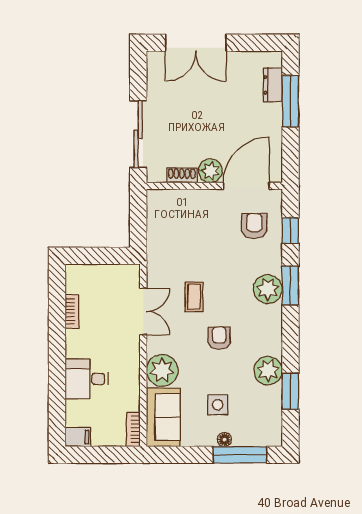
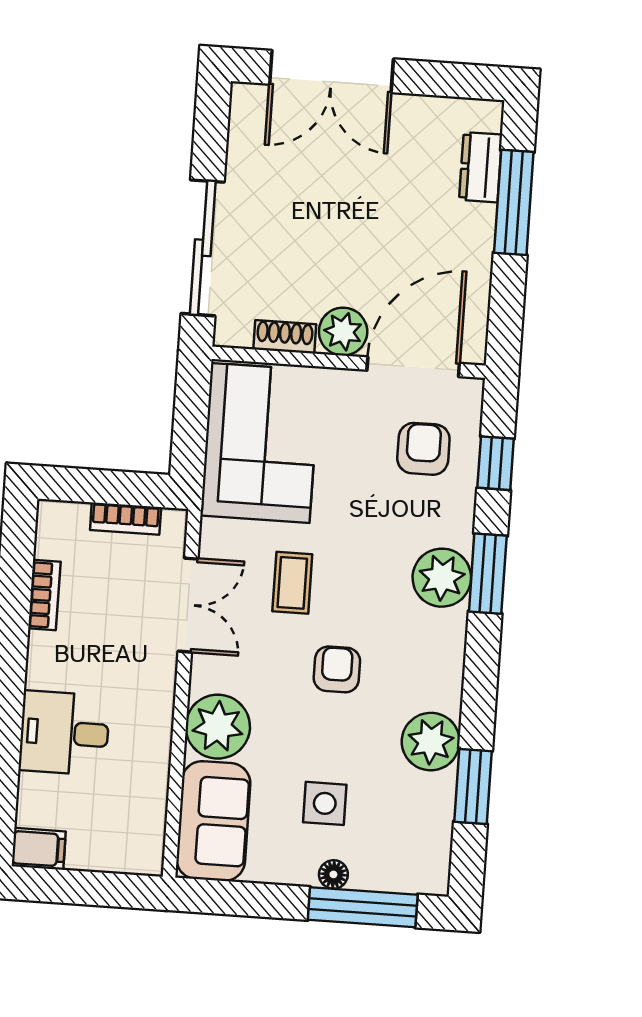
corner sofa: (173, 229) -> (260, 443), added
bookcase: (133, 429) -> (126, 519), moved, turned -90

